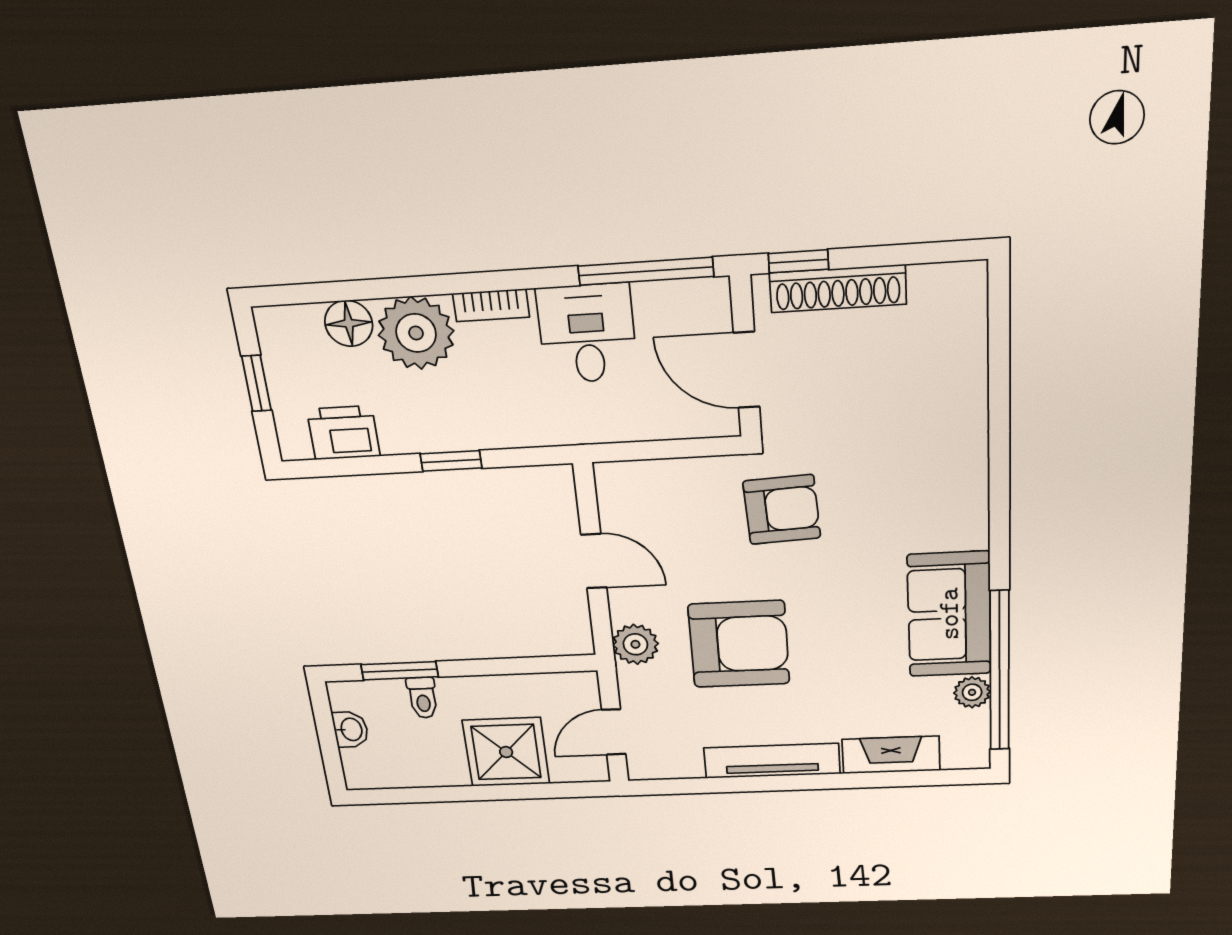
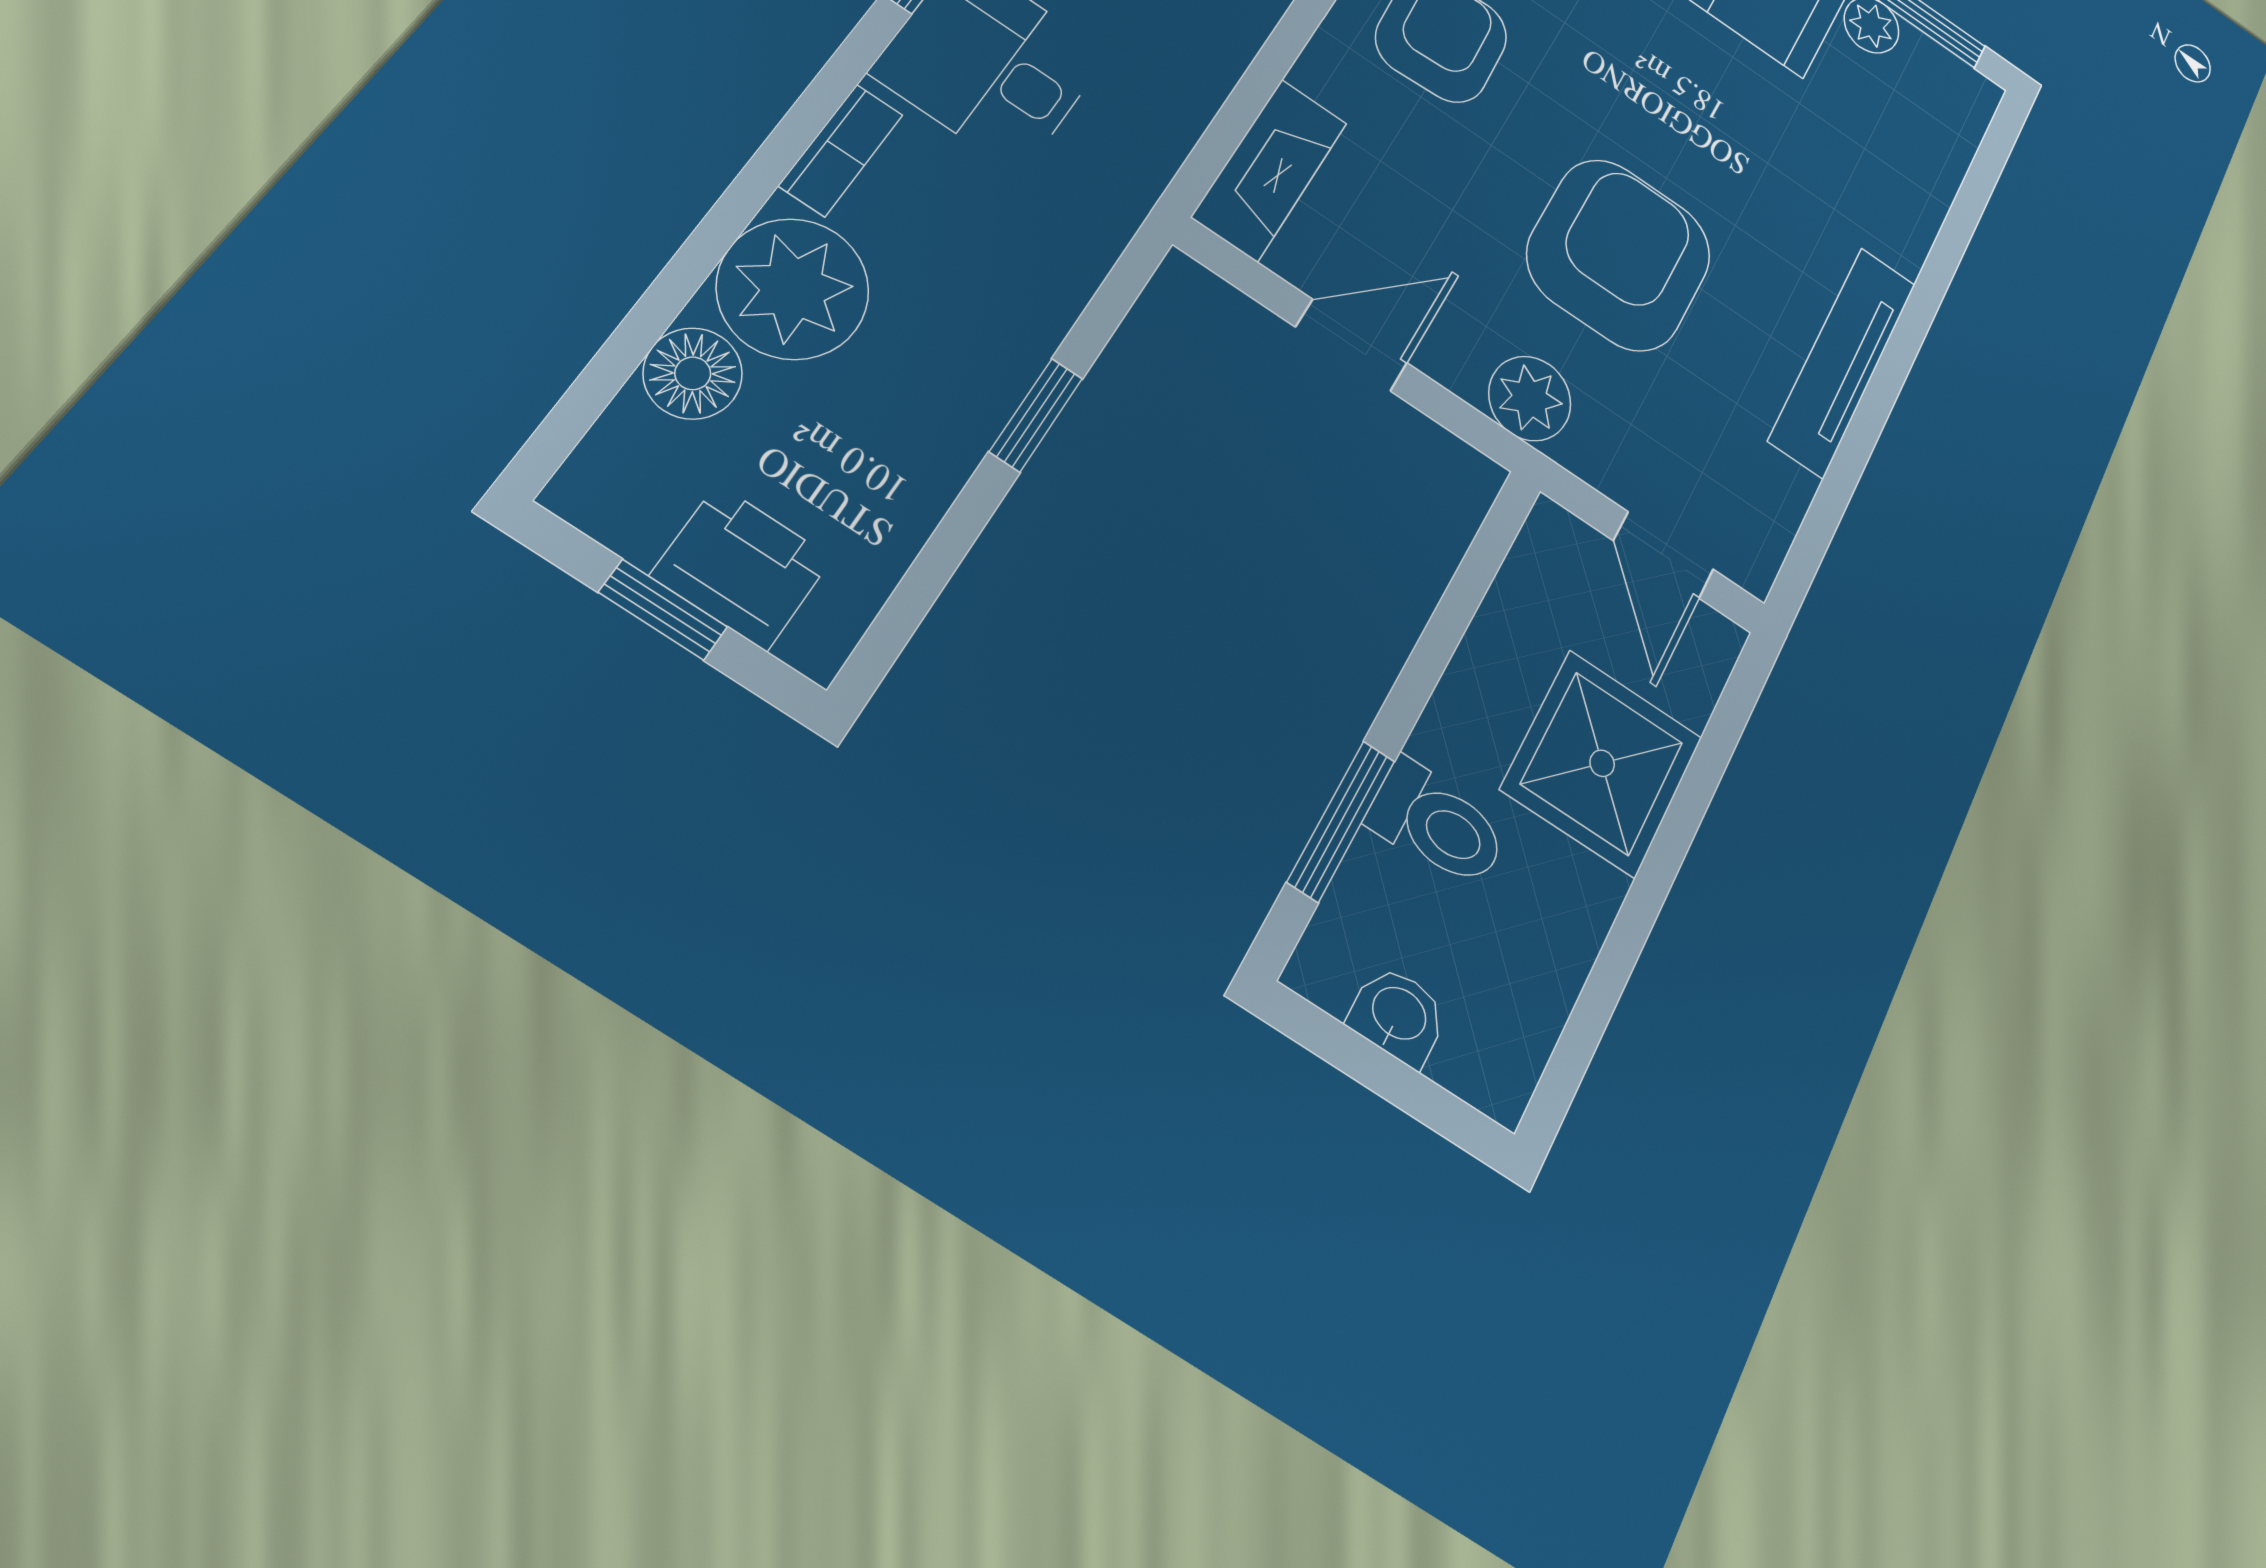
printer: (343, 433) -> (742, 567), moved, turned 90
toilet: (423, 698) -> (1437, 824), width x1.37, depth x1.39
fireplace: (891, 755) -> (1270, 170), moved, turned 180

